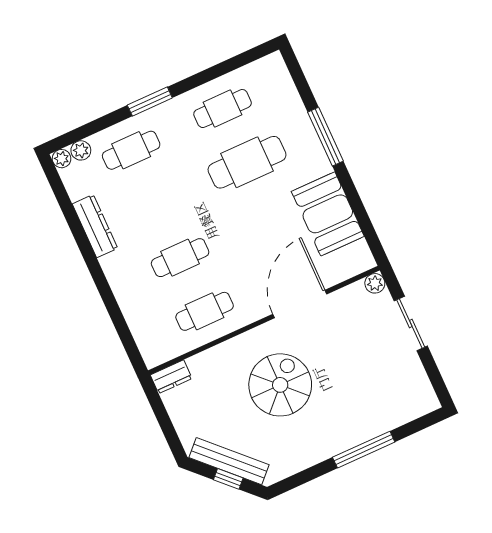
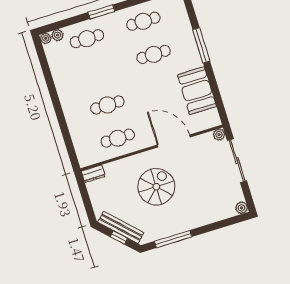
cafe table: (247, 162) -> (154, 54), width x0.73, depth x0.74
dresser: (95, 226) -> (60, 80), removed
door: (300, 304) -> (174, 141), hinge flipped
sliding door: (411, 323) -> (237, 161), width x1.37
plant: (429, 402) -> (242, 208), added
window: (364, 450) -> (173, 239), moved

